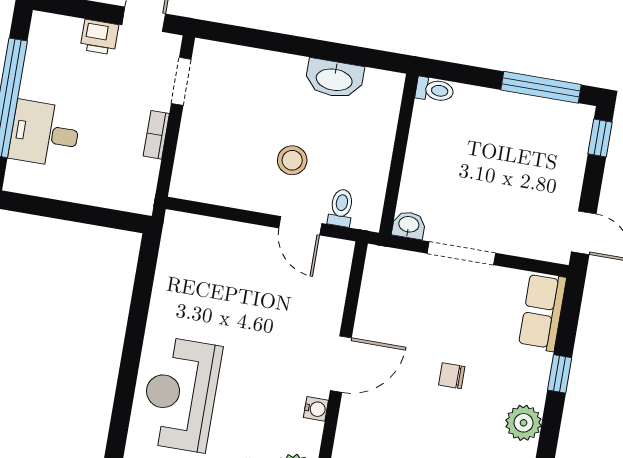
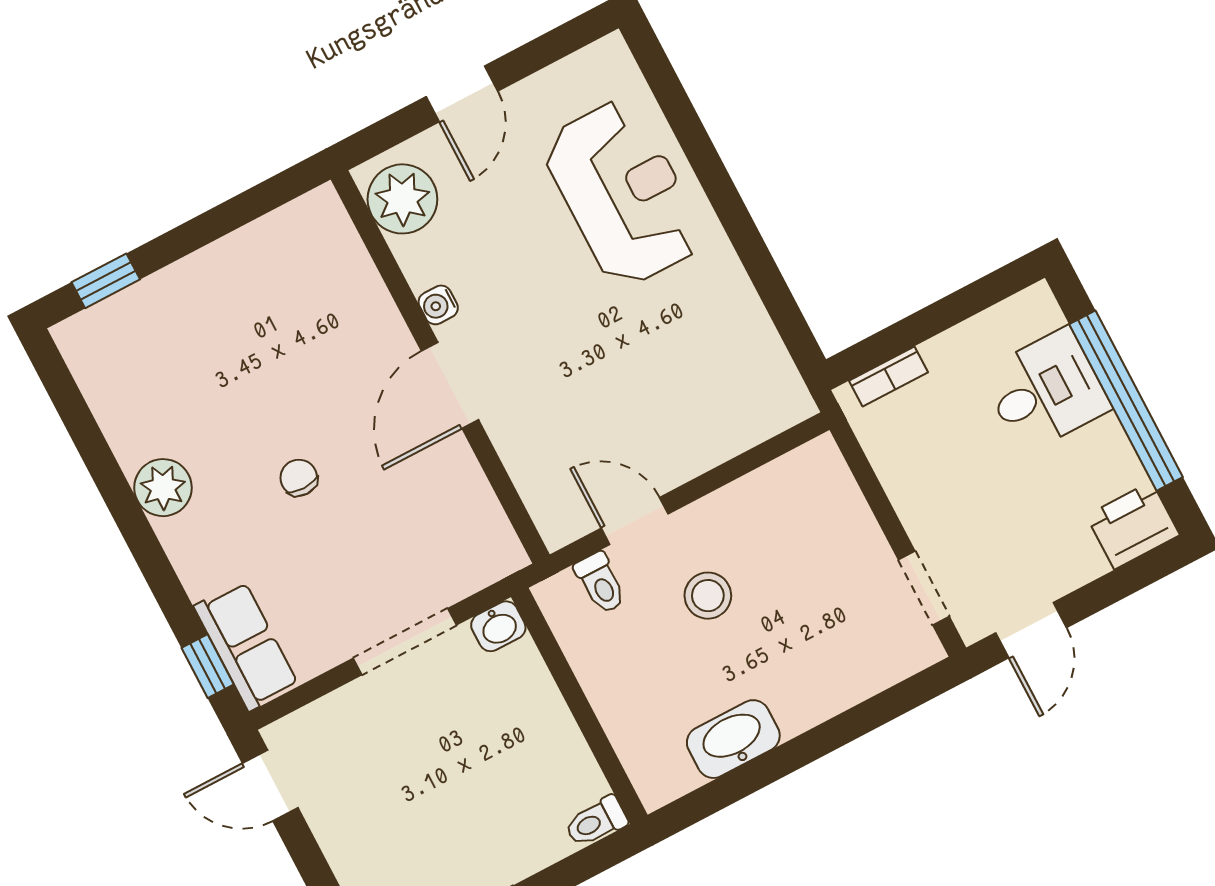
printer: (99, 37) -> (1133, 525), moved, width x1.36, depth x1.24
bookcase: (156, 135) -> (888, 377), moved, turned 90
window: (560, 374) -> (208, 666), moved
chair: (452, 376) -> (299, 478), turned -90

